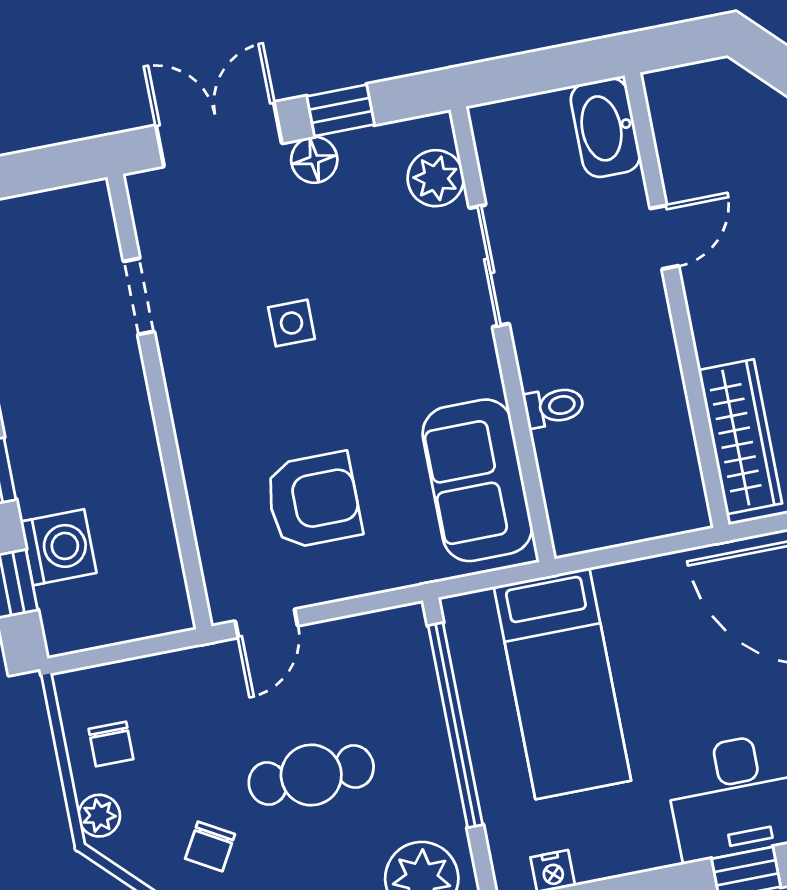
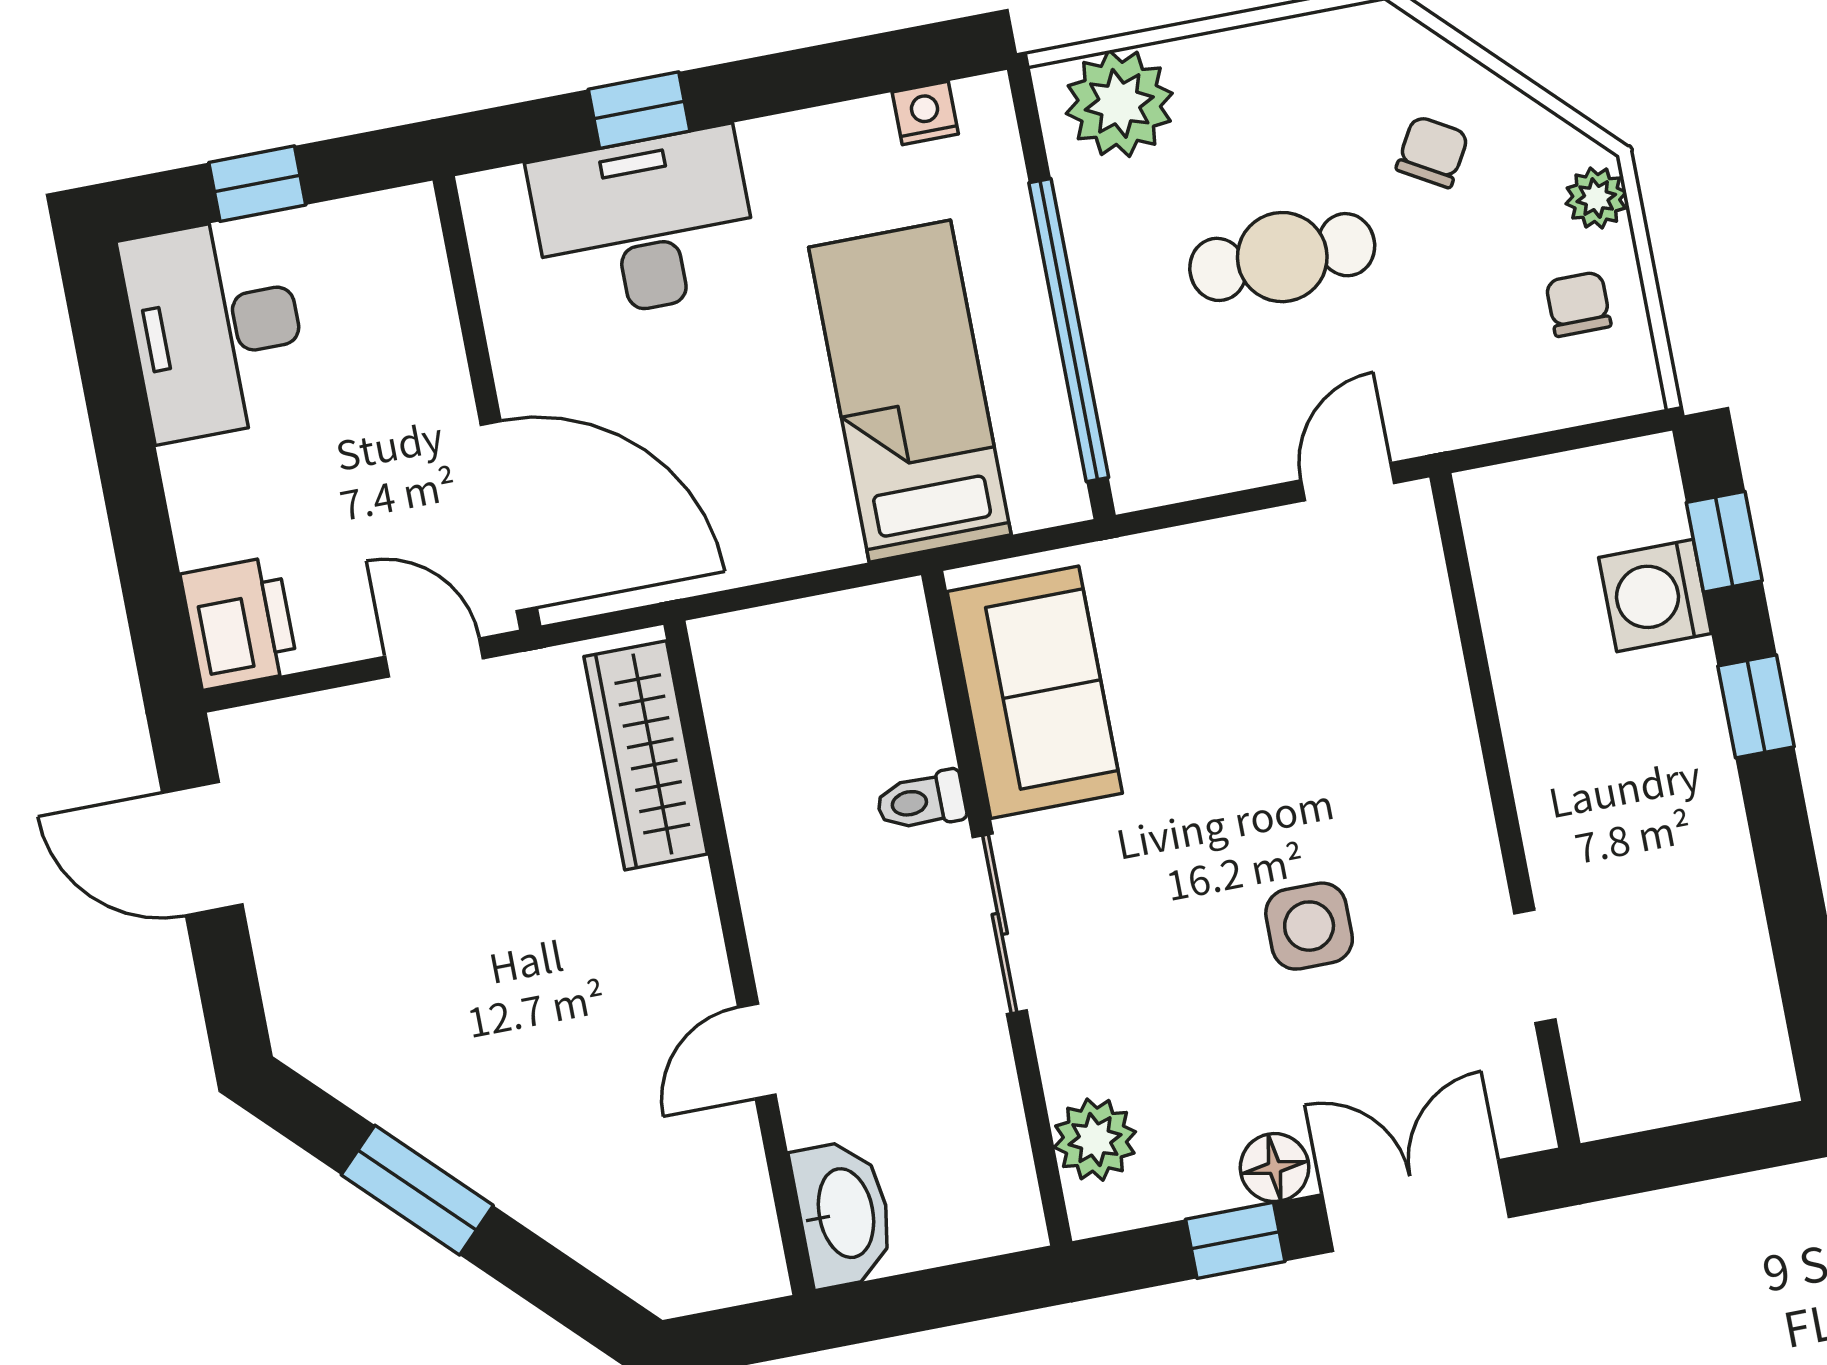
double door: (219, 134) -> (1416, 1206), swing flipped
sliding door: (489, 266) -> (1000, 924), moved
side table: (292, 323) -> (1309, 926), width x1.37, depth x1.37
armchair: (313, 500) -> (1278, 663), removed

